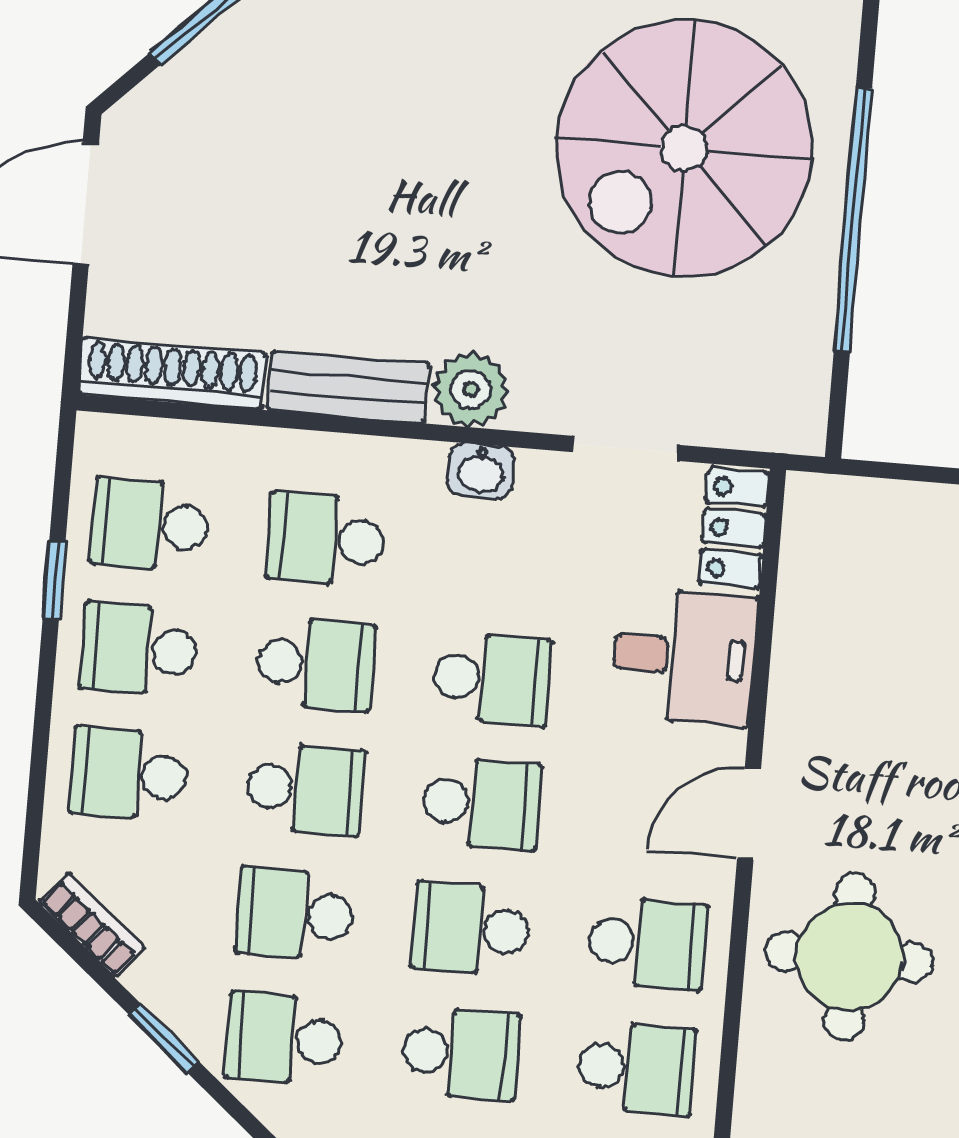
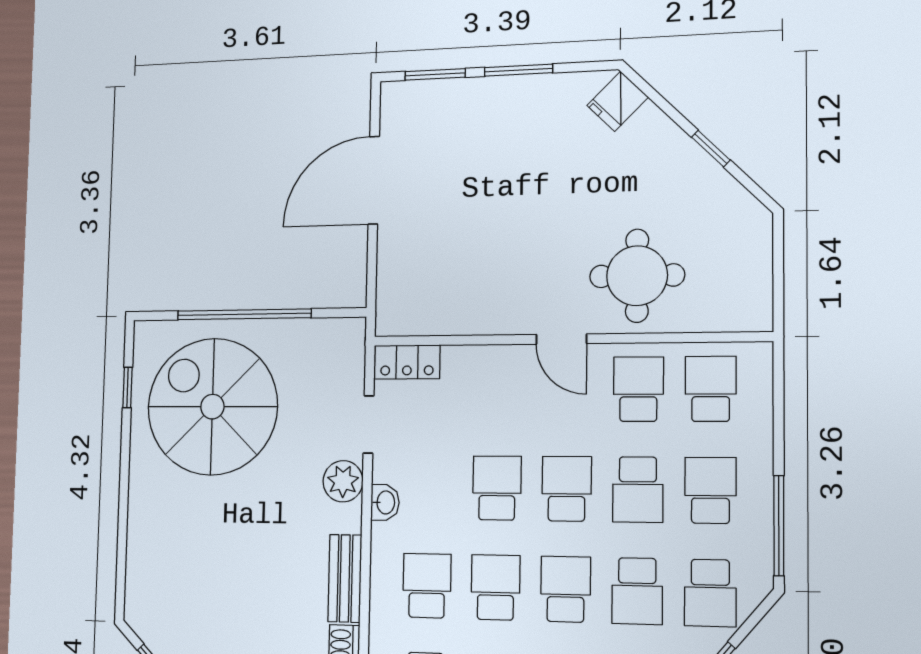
spiral stairs: (684, 148) -> (212, 407), turned 180
plant: (471, 389) -> (343, 481), moved
school desk: (326, 539) -> (427, 586), turned 180
desk: (684, 656) -> (477, 383), removed

